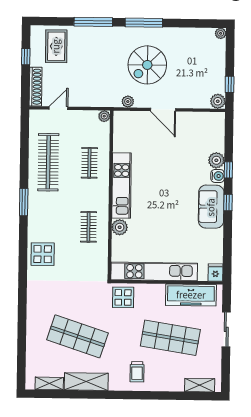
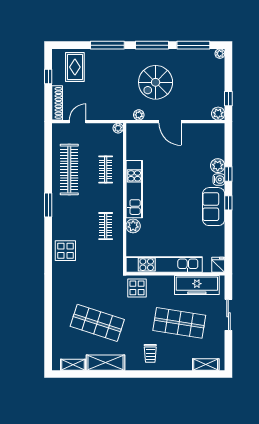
window: (191, 23) -> (193, 45), added

